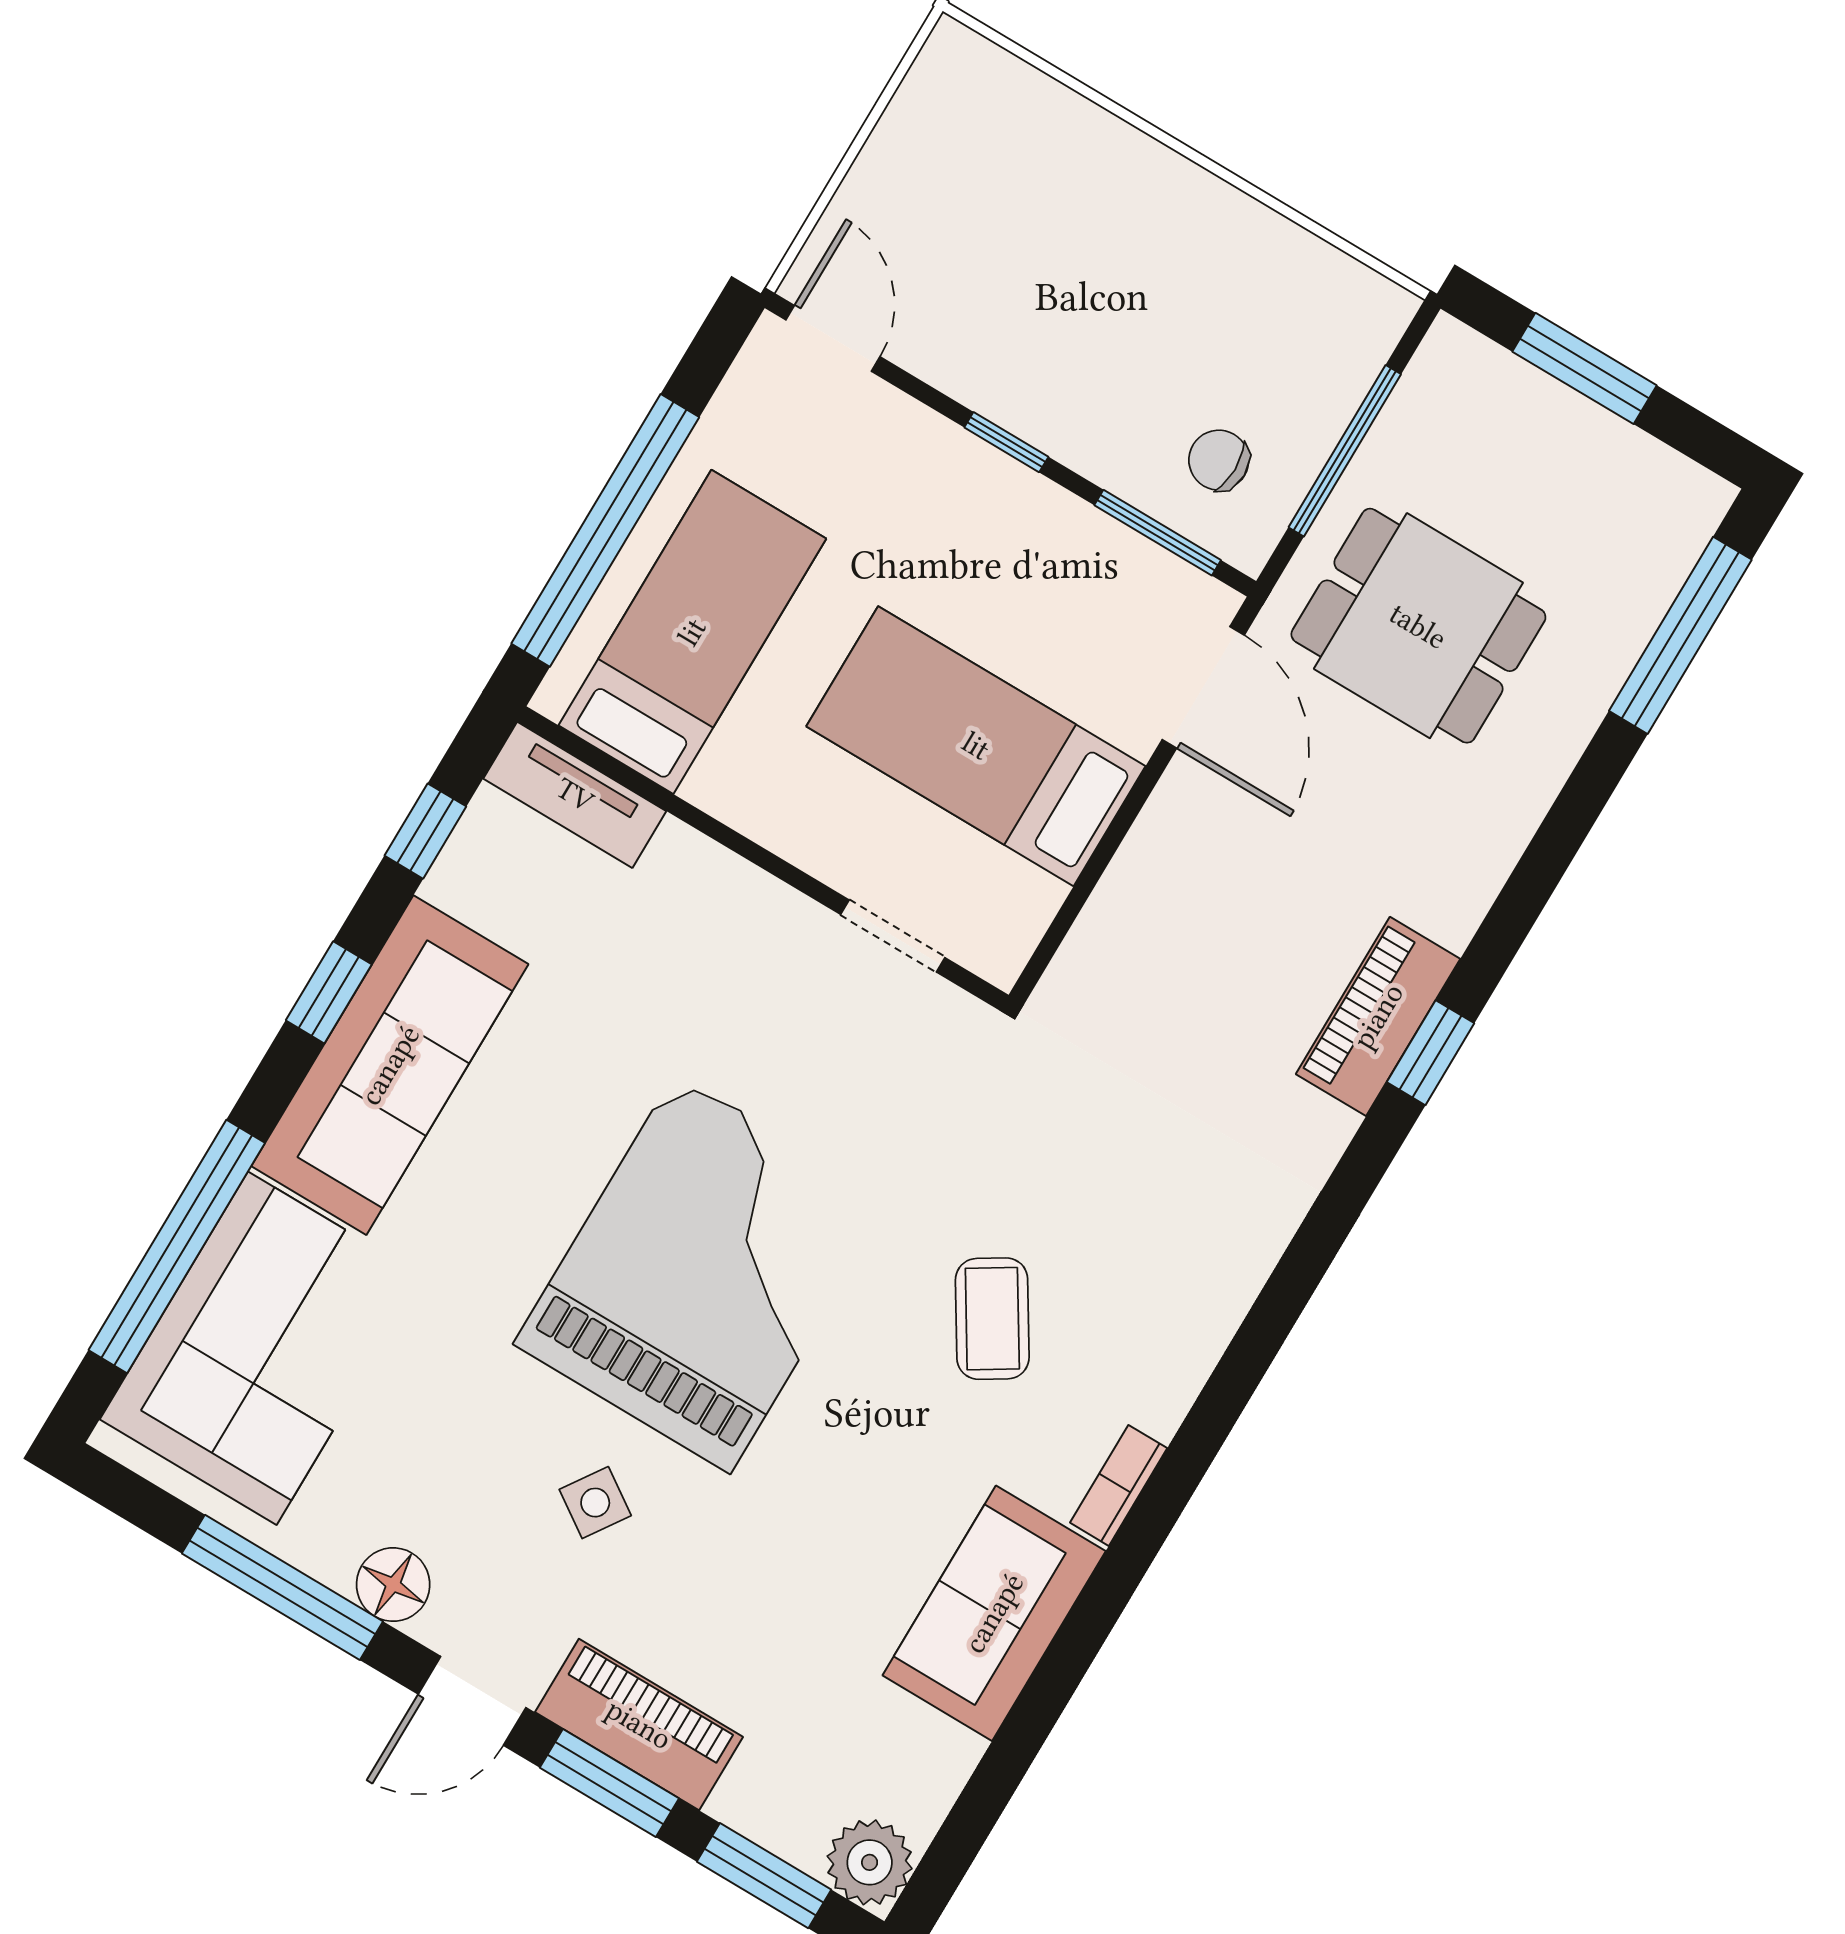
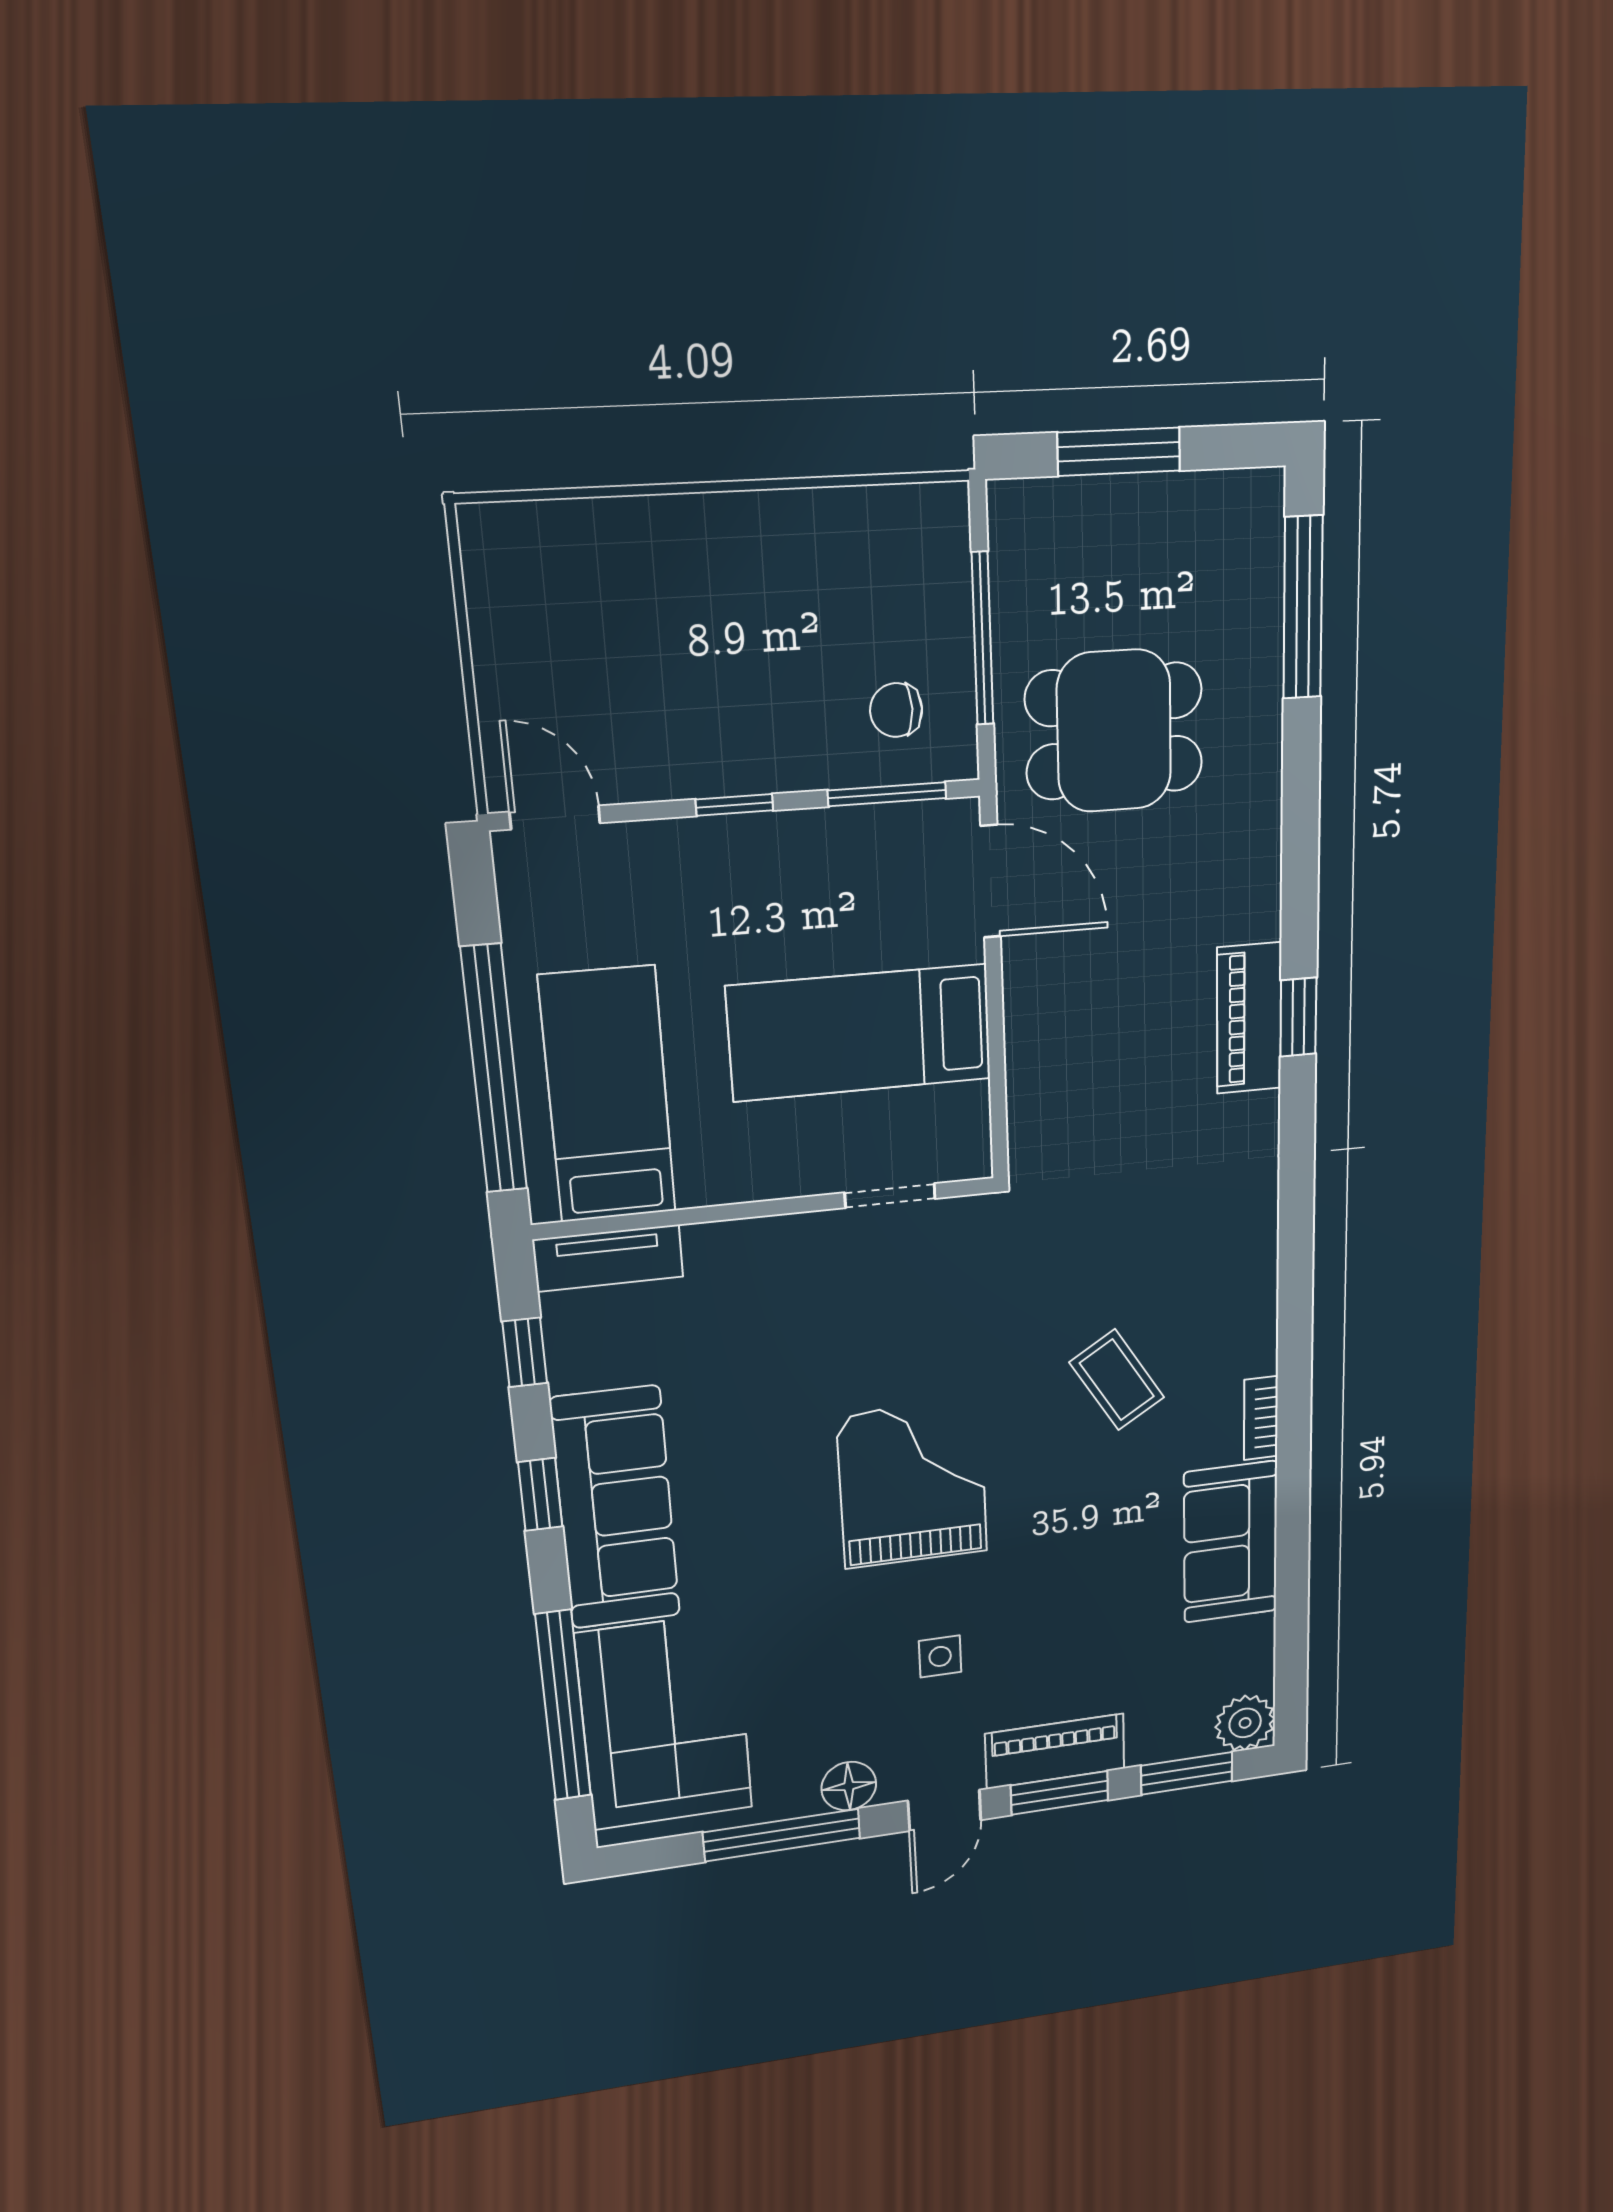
grand piano: (703, 1273) -> (913, 1484), width x0.73, depth x0.68
side table: (595, 1503) -> (940, 1656), turned -34

